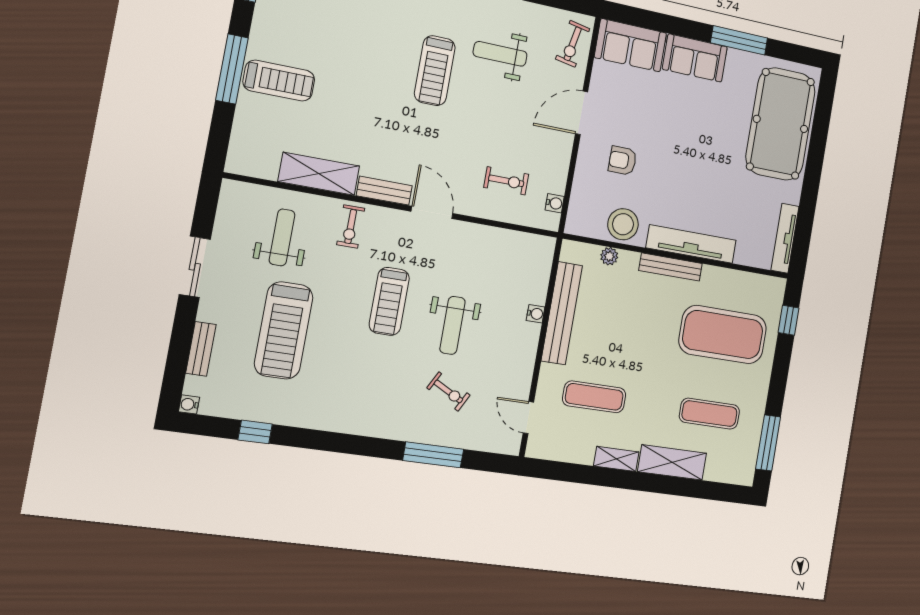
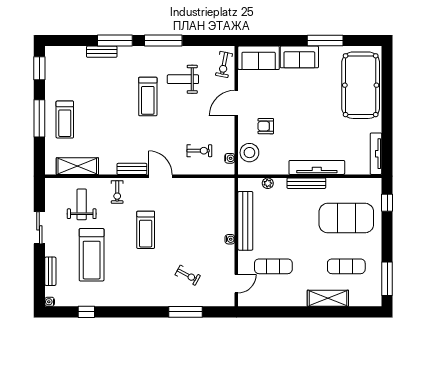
treadmill: (279, 81) -> (65, 120), turned 90
shelving: (319, 174) -> (77, 166), moved
stool: (623, 224) -> (249, 153), moved
water cooler: (536, 314) -> (230, 239), moved
weight bench: (452, 325) -> (183, 238), removed
door: (528, 418) -> (236, 284), swing flipped
shelving: (616, 459) -> (293, 301), removed

